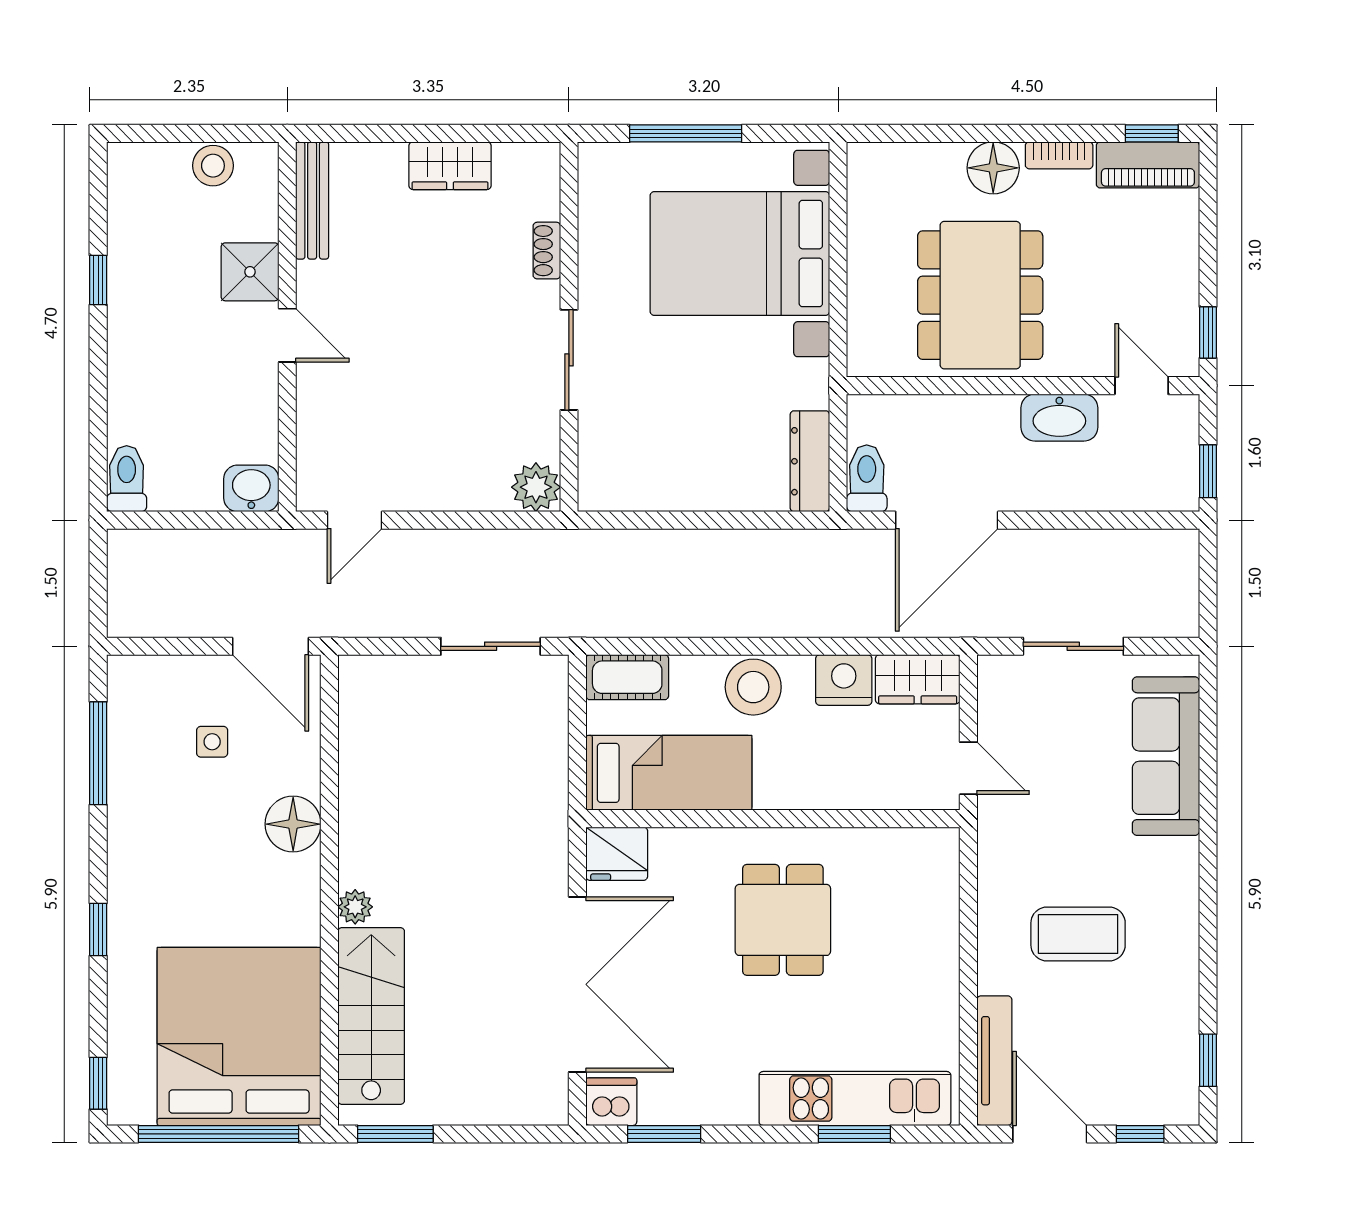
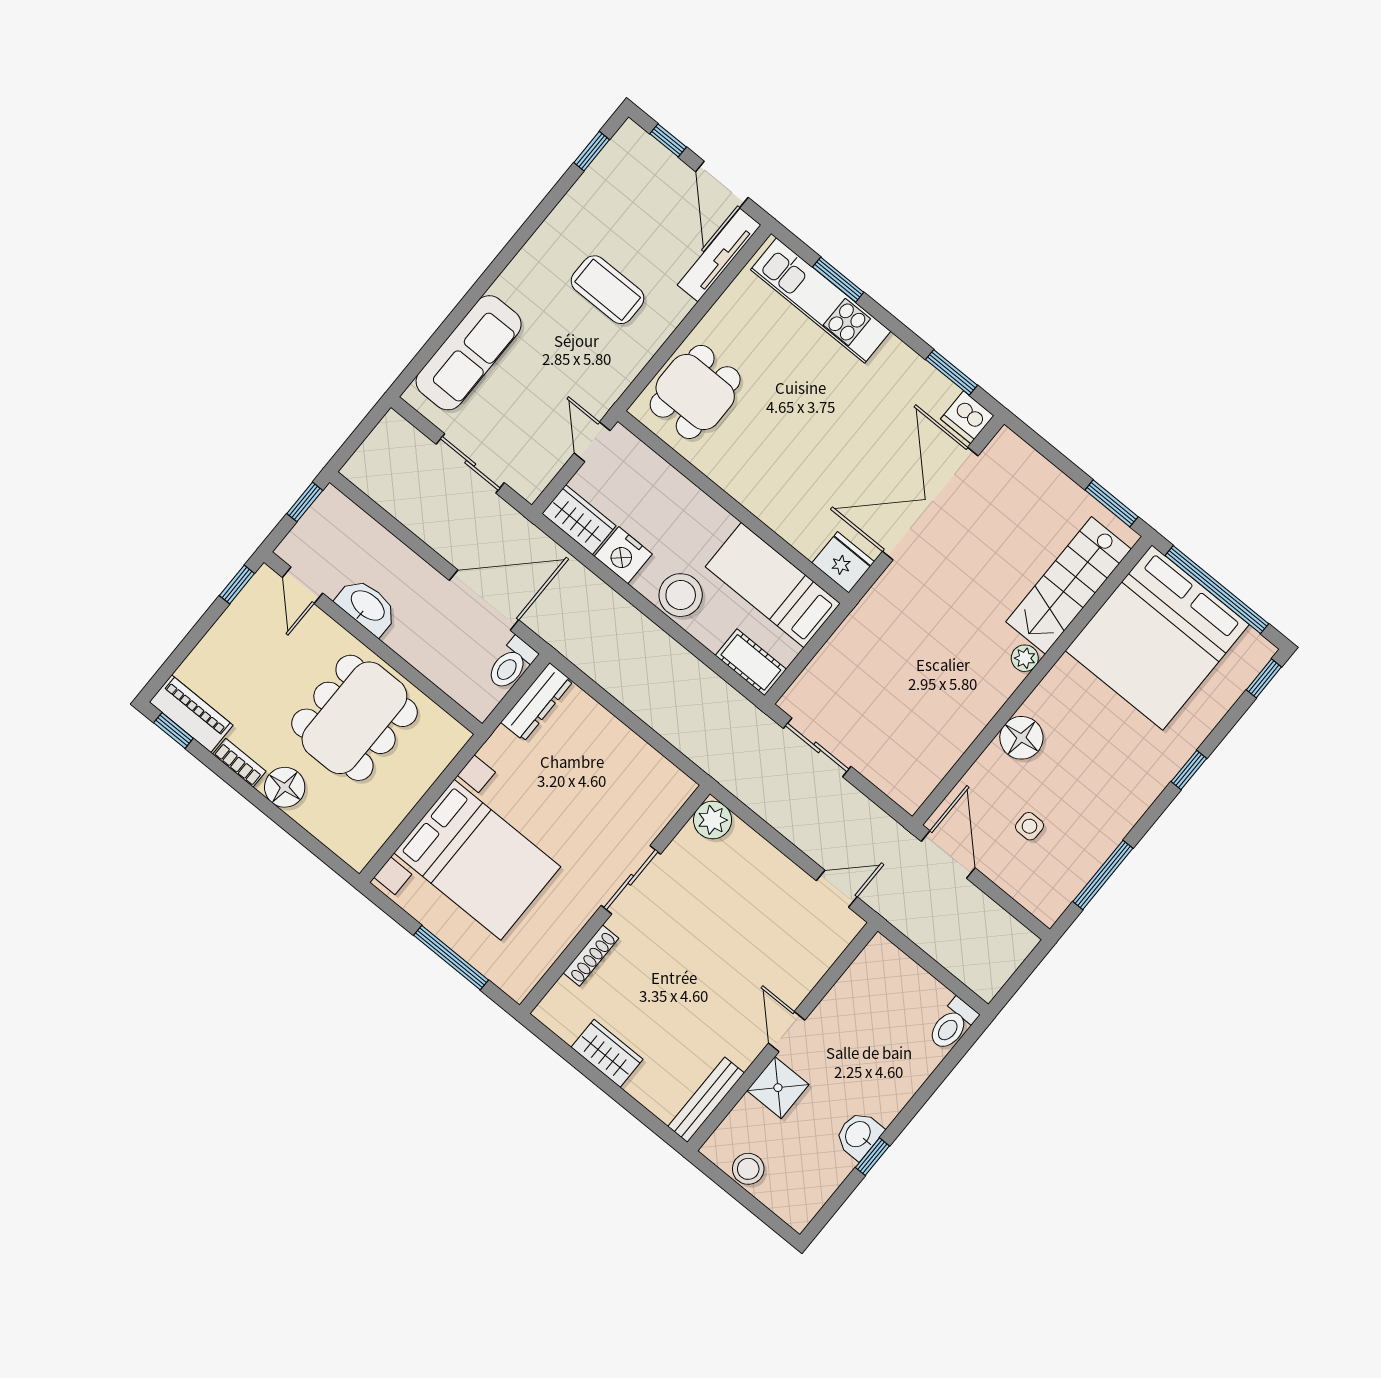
shoe rack: (547, 251) -> (591, 956), width x1.43
washbasin: (251, 488) -> (859, 1135), moved, turned 90
dining table: (783, 920) -> (695, 392), moved

